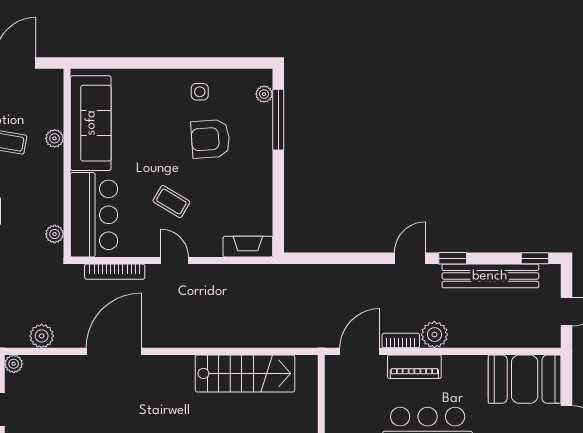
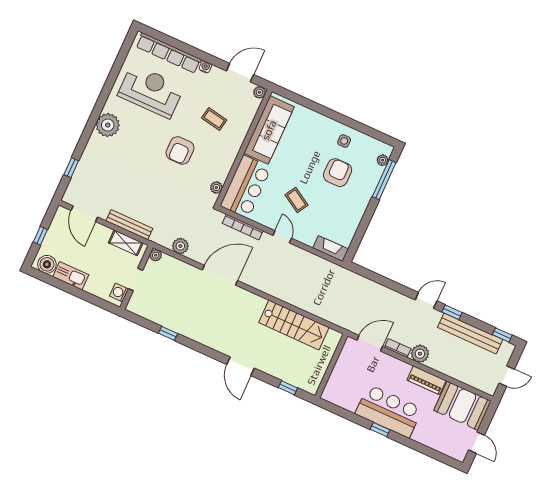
plant: (55, 138) -> (260, 92), moved
armchair: (210, 139) -> (338, 173), turned 94
piano: (414, 367) -> (426, 380), moved

